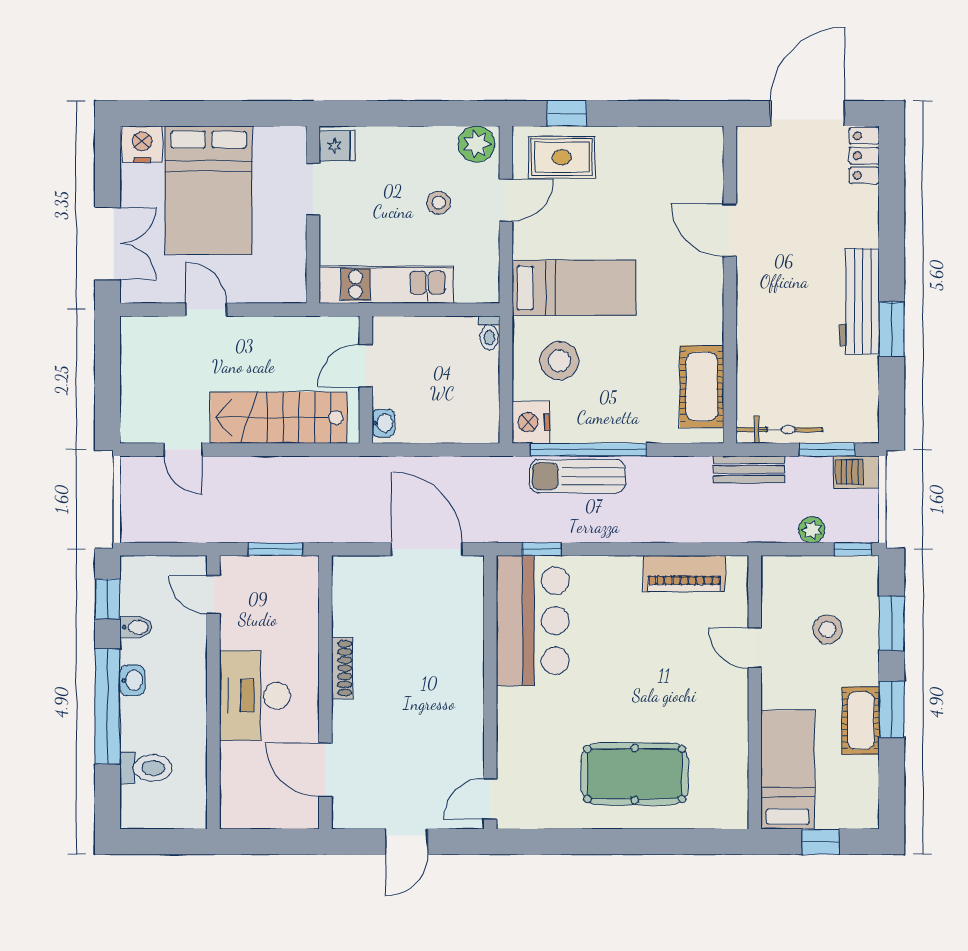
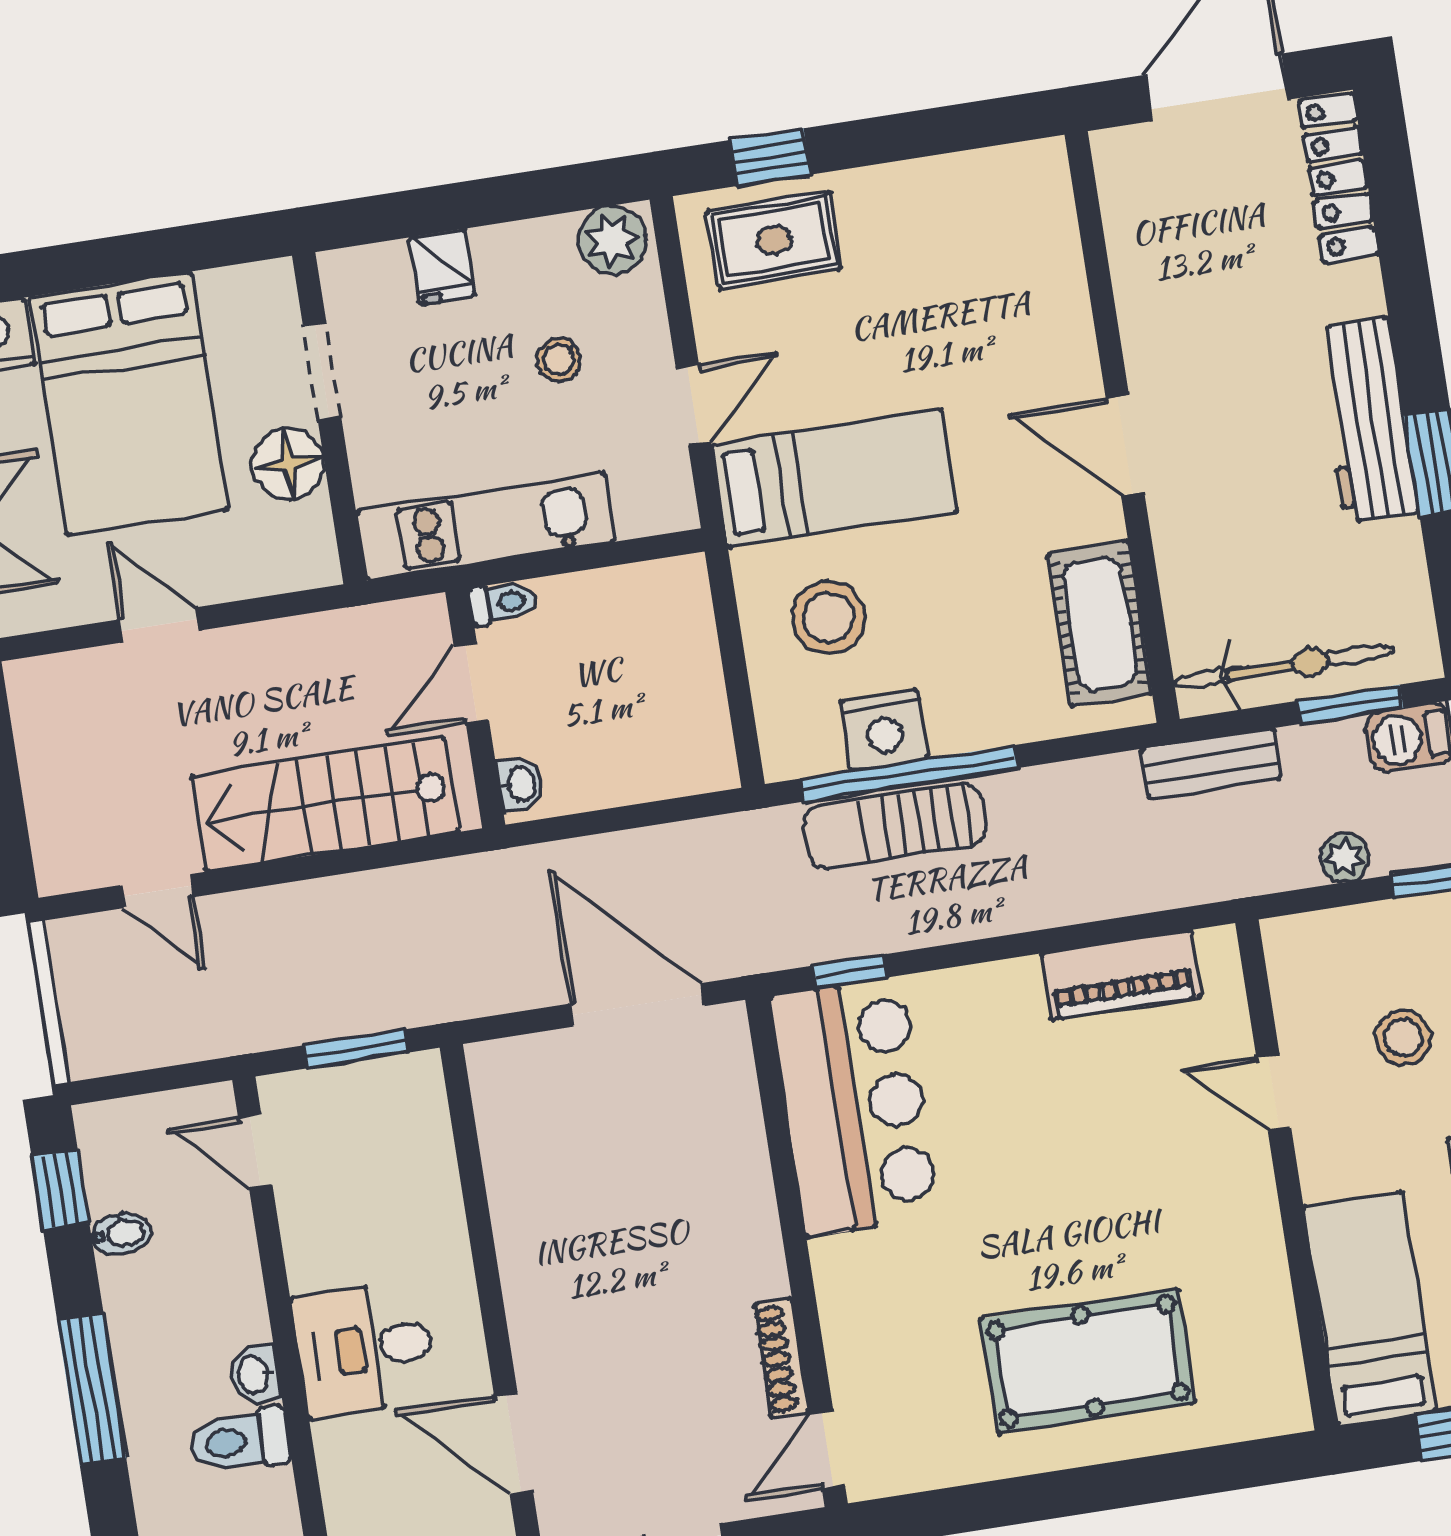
fridge: (337, 146) -> (442, 267), moved, turned 90
locker: (864, 156) -> (1338, 178), width x1.53
door: (506, 200) -> (694, 405), moved
door: (730, 230) -> (1125, 445), moved
floor lamp: (287, 235) -> (288, 464), added
toilet: (489, 333) -> (503, 603), moved, turned -90
nightstand: (531, 422) -> (884, 730), moved, turned -90
bicycle: (779, 430) -> (1284, 666), width x1.37, depth x1.40
shoe rack: (342, 668) -> (781, 1358), moved, turned 180
washbasin: (132, 680) -> (255, 1375), moved, turned 180
desk: (255, 696) -> (365, 1349), width x0.73
window: (108, 706) -> (92, 1389), width x0.68
toilet: (146, 768) -> (239, 1441), moved, turned 180

